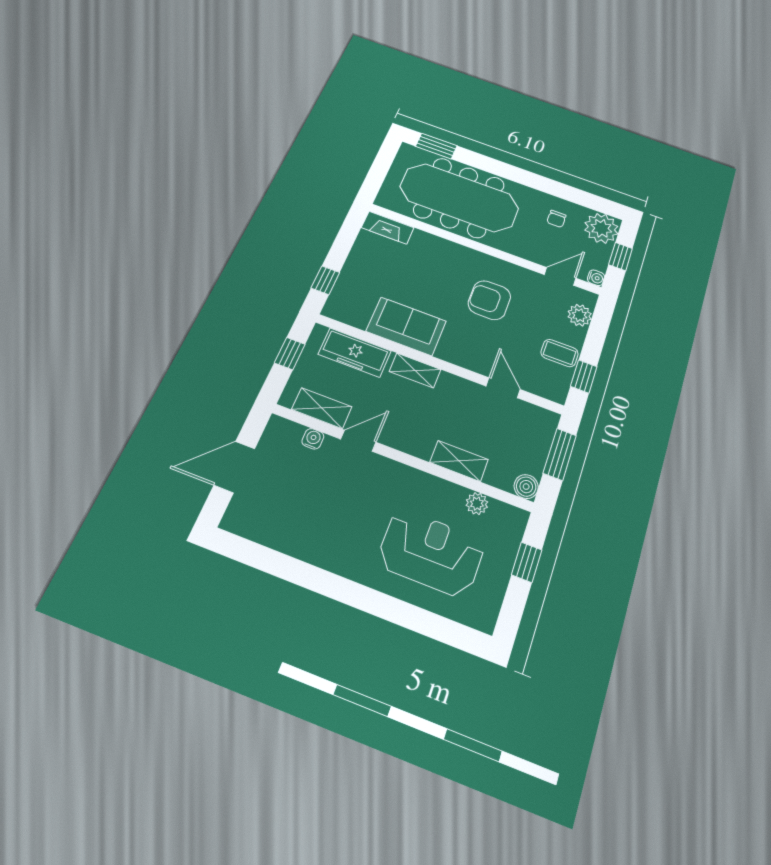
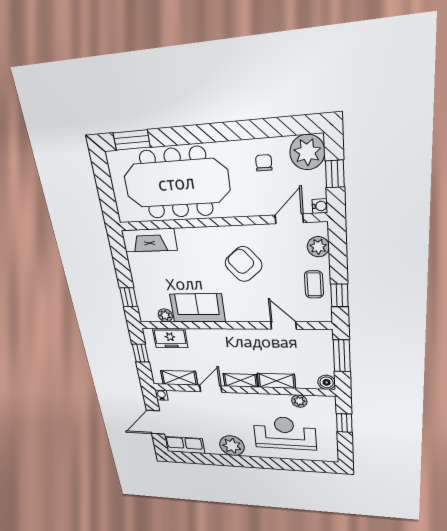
chair: (556, 219) -> (264, 163), turned 180
fireplace: (388, 228) -> (149, 240), width x1.37, depth x1.32
armchair: (489, 300) -> (244, 264), turned 51
plant: (359, 319) -> (165, 315), added
freezer: (355, 353) -> (170, 338), width x0.71
coffee table: (560, 353) -> (314, 284), turned 90
shelving: (415, 370) -> (240, 380), moved
water cooler: (313, 439) -> (161, 395), moved
row of seats: (255, 524) -> (185, 445), added
plant: (335, 550) -> (232, 446), added

